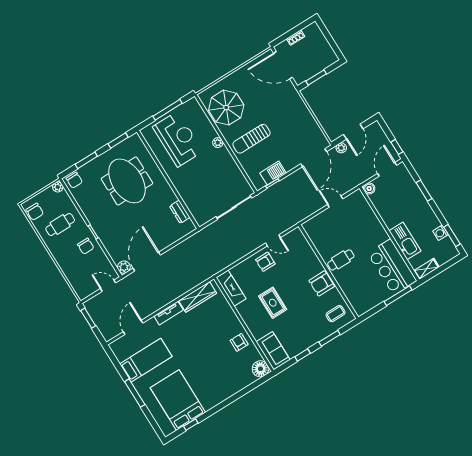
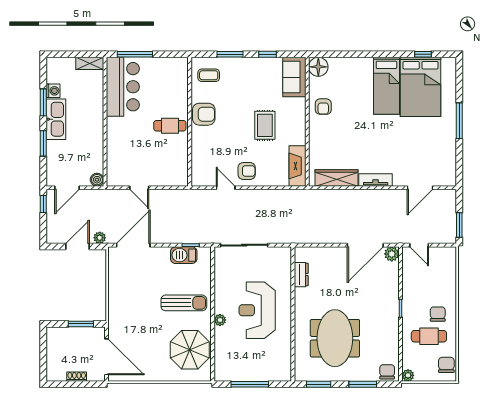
reception desk: (178, 139) -> (257, 310), moved
window: (452, 235) -> (43, 102), moved
kitchen sink: (405, 241) -> (56, 119), moved, turned 180
chair: (86, 246) -> (438, 314), moved
bed: (146, 360) -> (386, 86), moved, turned -90

